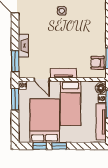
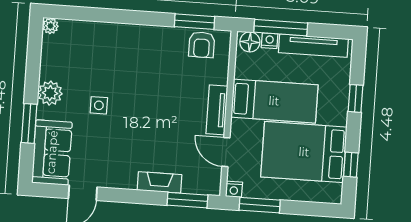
door: (42, 79) -> (226, 152), swing flipped
window: (59, 146) -> (355, 98), moved

